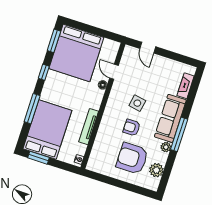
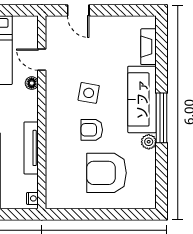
plant: (156, 170) -> (146, 178), removed

